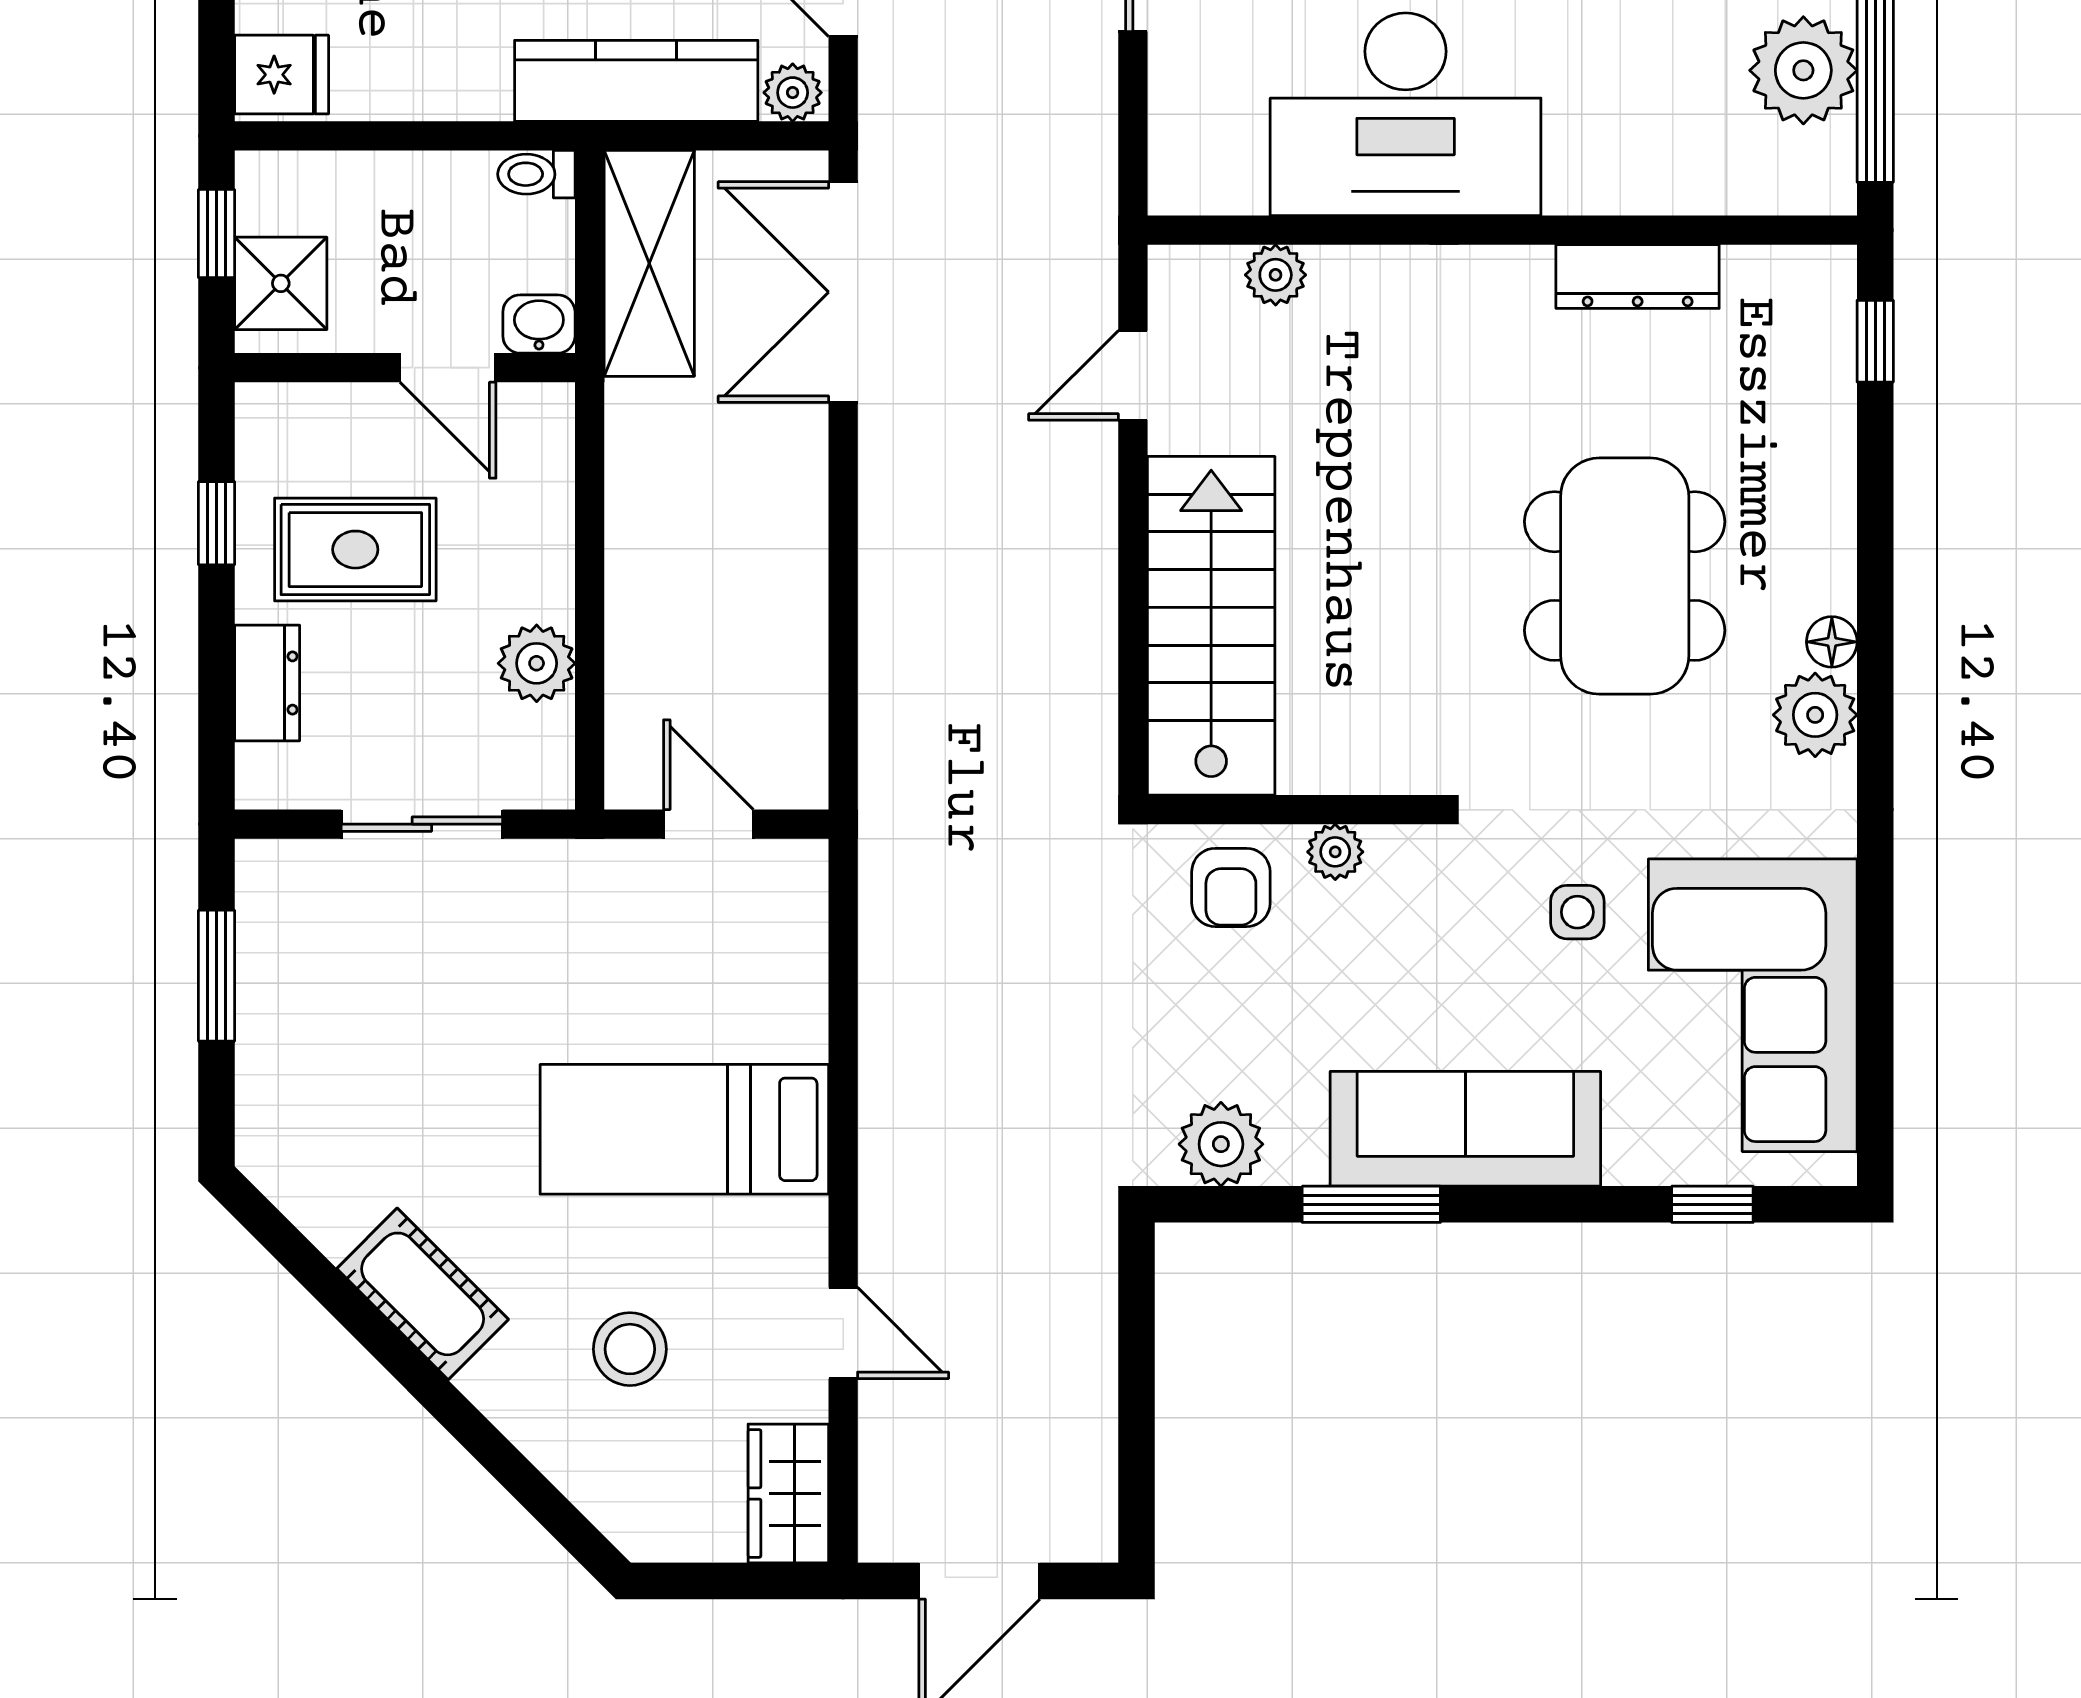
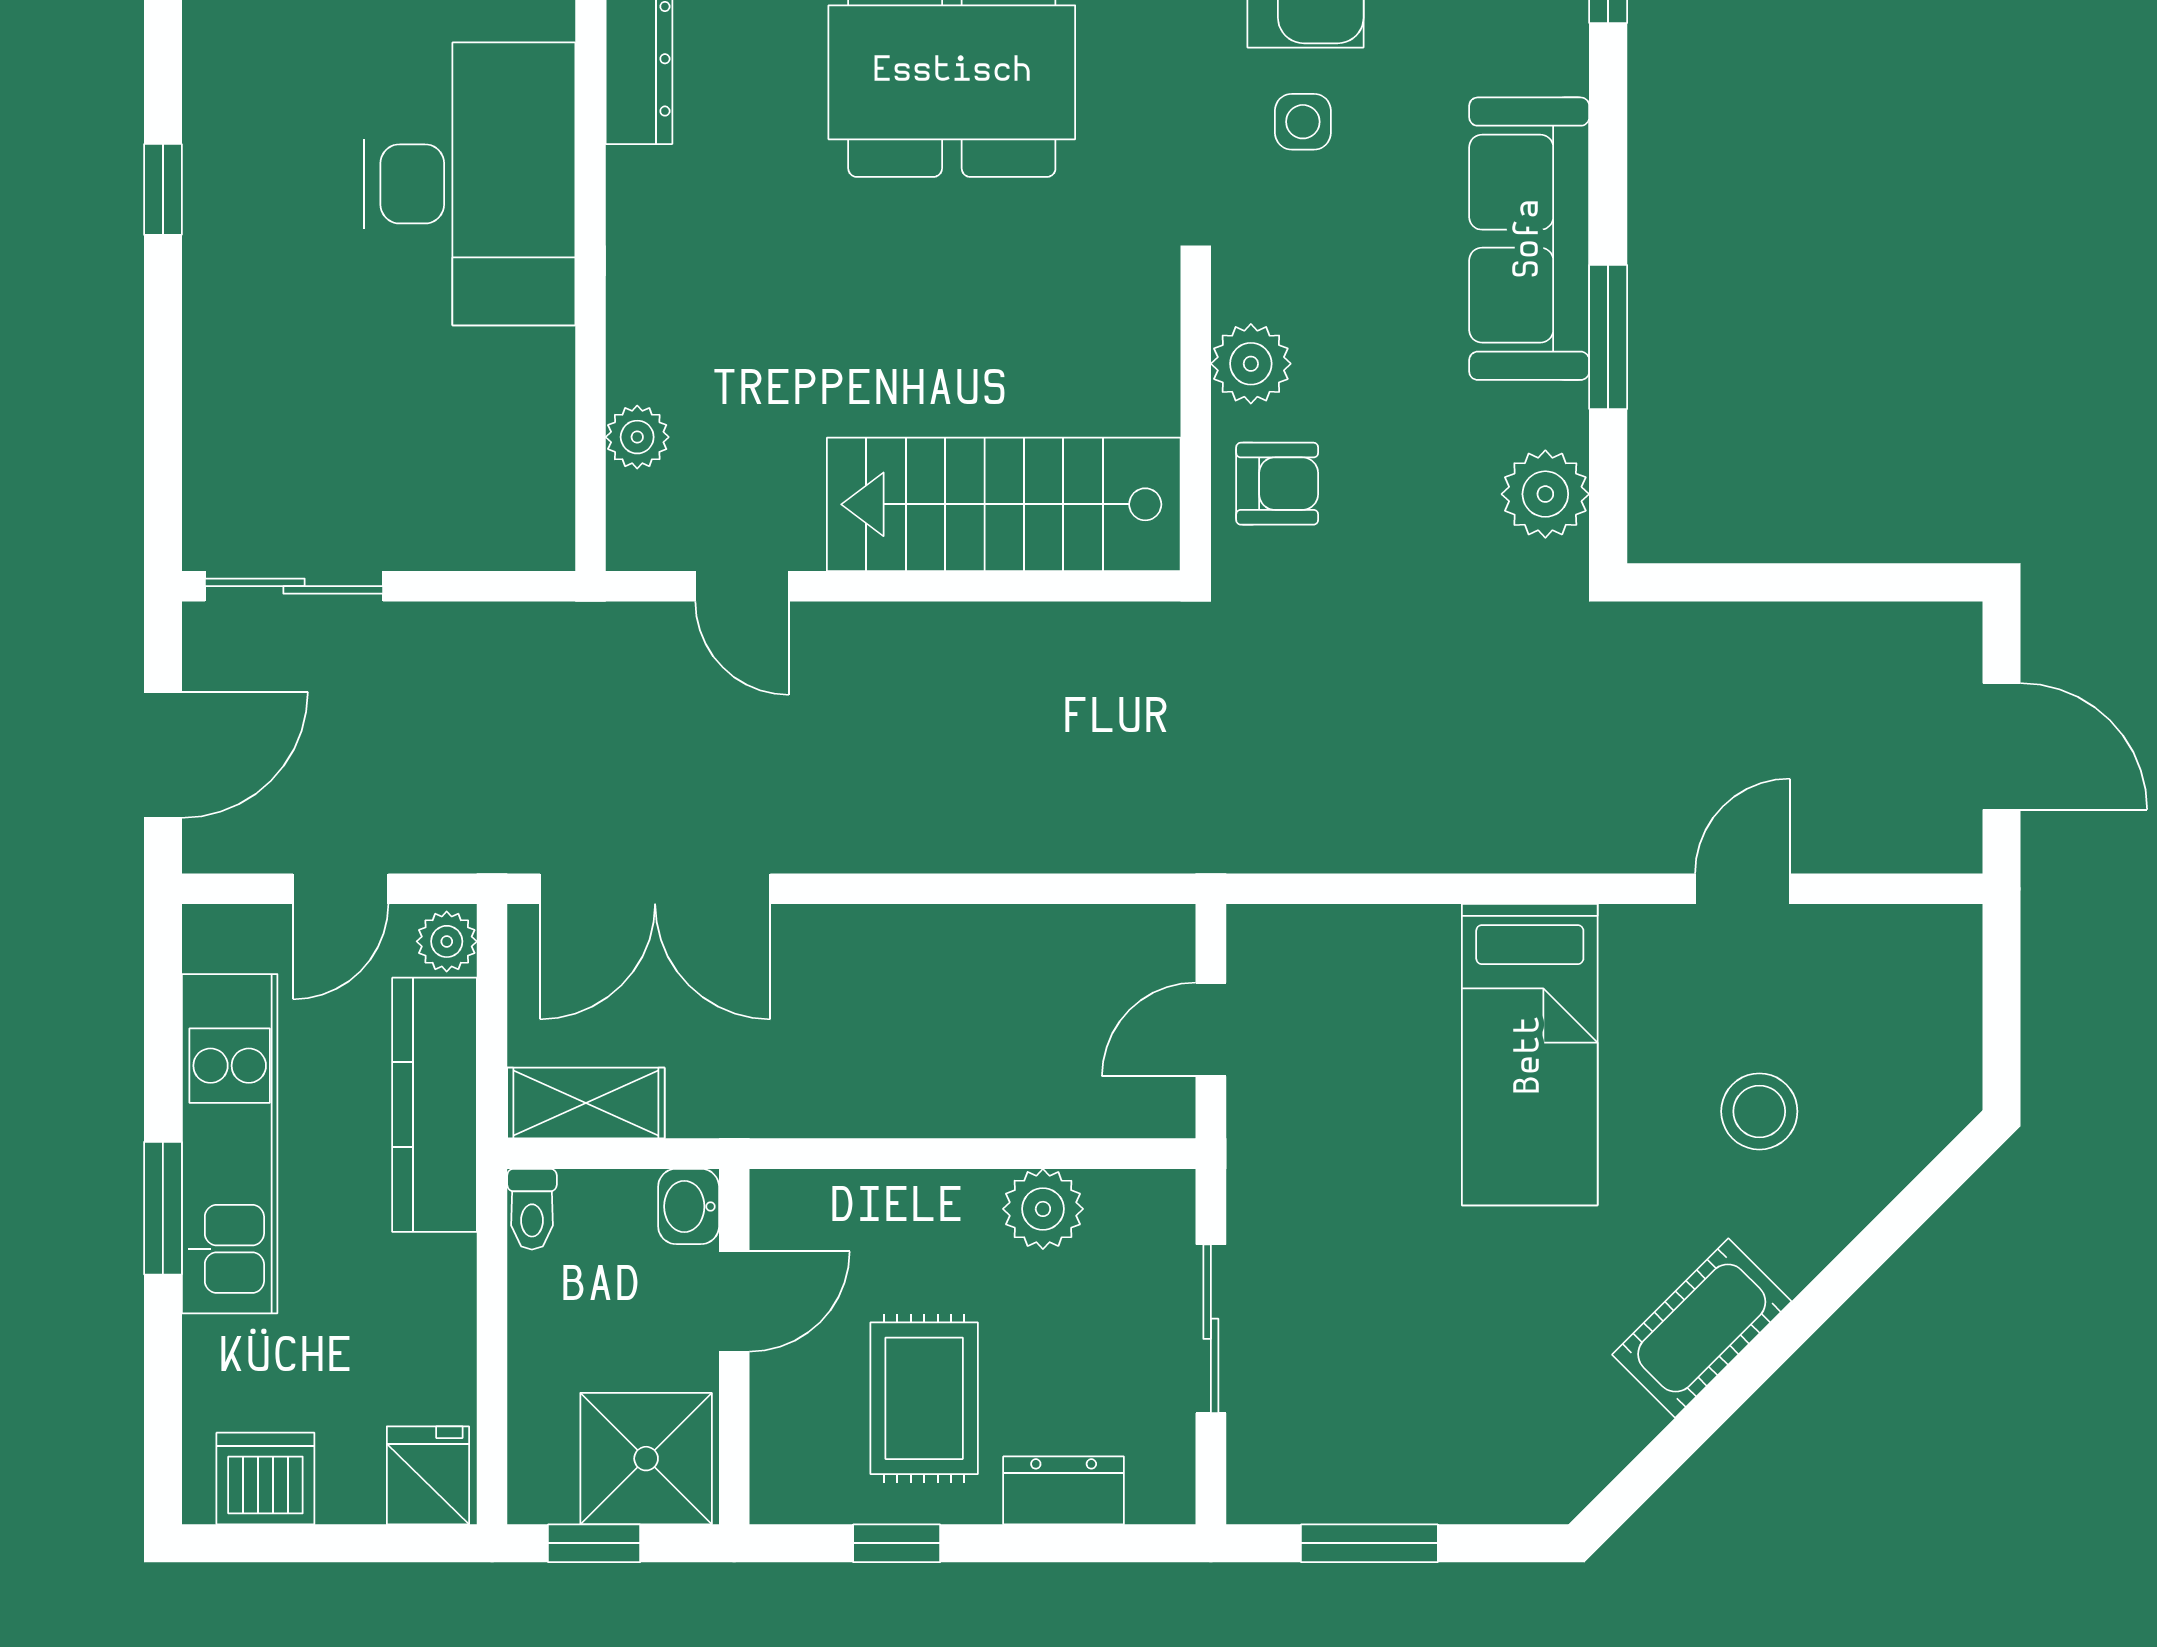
desk: (1406, 114) -> (469, 184), moved
shelving: (649, 263) -> (586, 1103), width x0.67, depth x0.75
shower: (281, 283) -> (646, 1459), width x1.36, depth x1.36
plant: (1335, 852) -> (1251, 364), width x1.38, depth x1.38
wardrobe: (788, 1493) -> (1910, 946), removed

